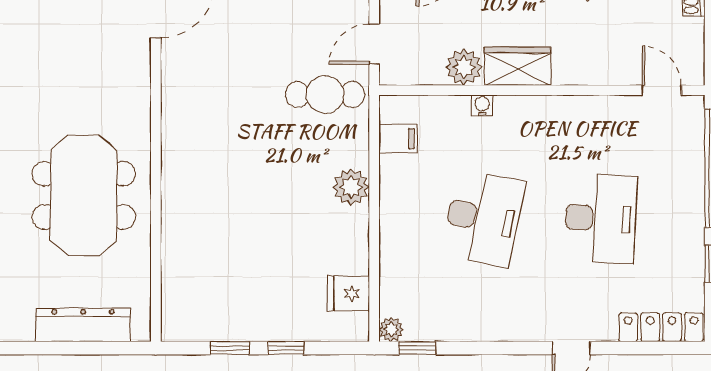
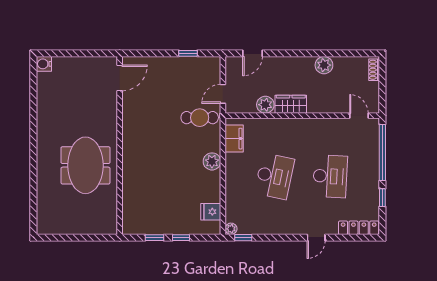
water cooler: (482, 105) -> (274, 123), removed
filing cabinet: (398, 139) -> (234, 139), width x2.00
dresser: (83, 325) -> (85, 227), removed

